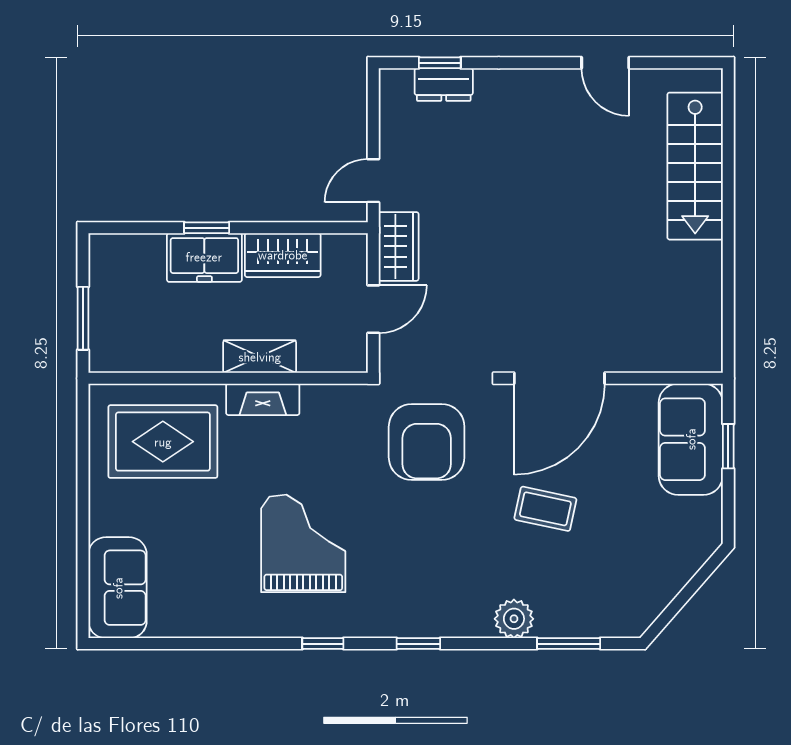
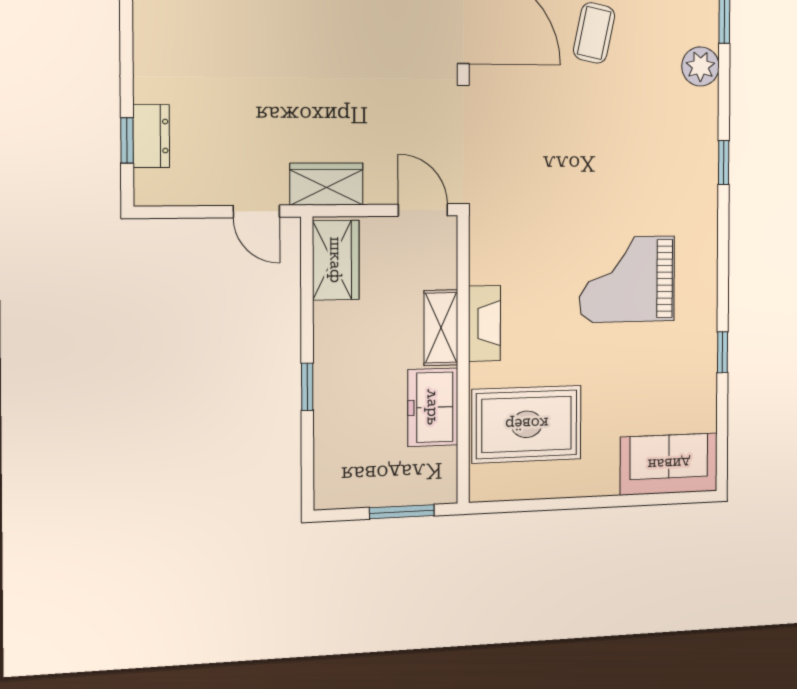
wardrobe: (283, 255) -> (336, 260), moved
freezer: (204, 257) -> (433, 407), moved, turned 180
door: (373, 309) -> (423, 210), moved
rug: (163, 442) -> (527, 424), turned 90
armchair: (427, 442) -> (527, 154), removed
window: (323, 644) -> (722, 352), moved

